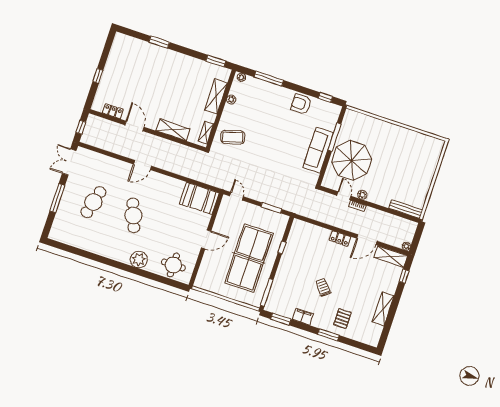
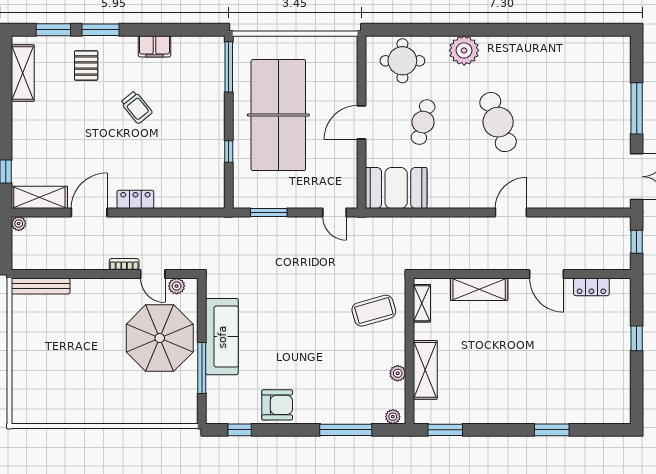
plant: (362, 195) -> (177, 286), moved
cafe table: (93, 202) -> (423, 122), moved, width x0.73, depth x0.74
shelving: (383, 309) -> (23, 73), moved
window: (281, 319) -> (53, 30), moved

